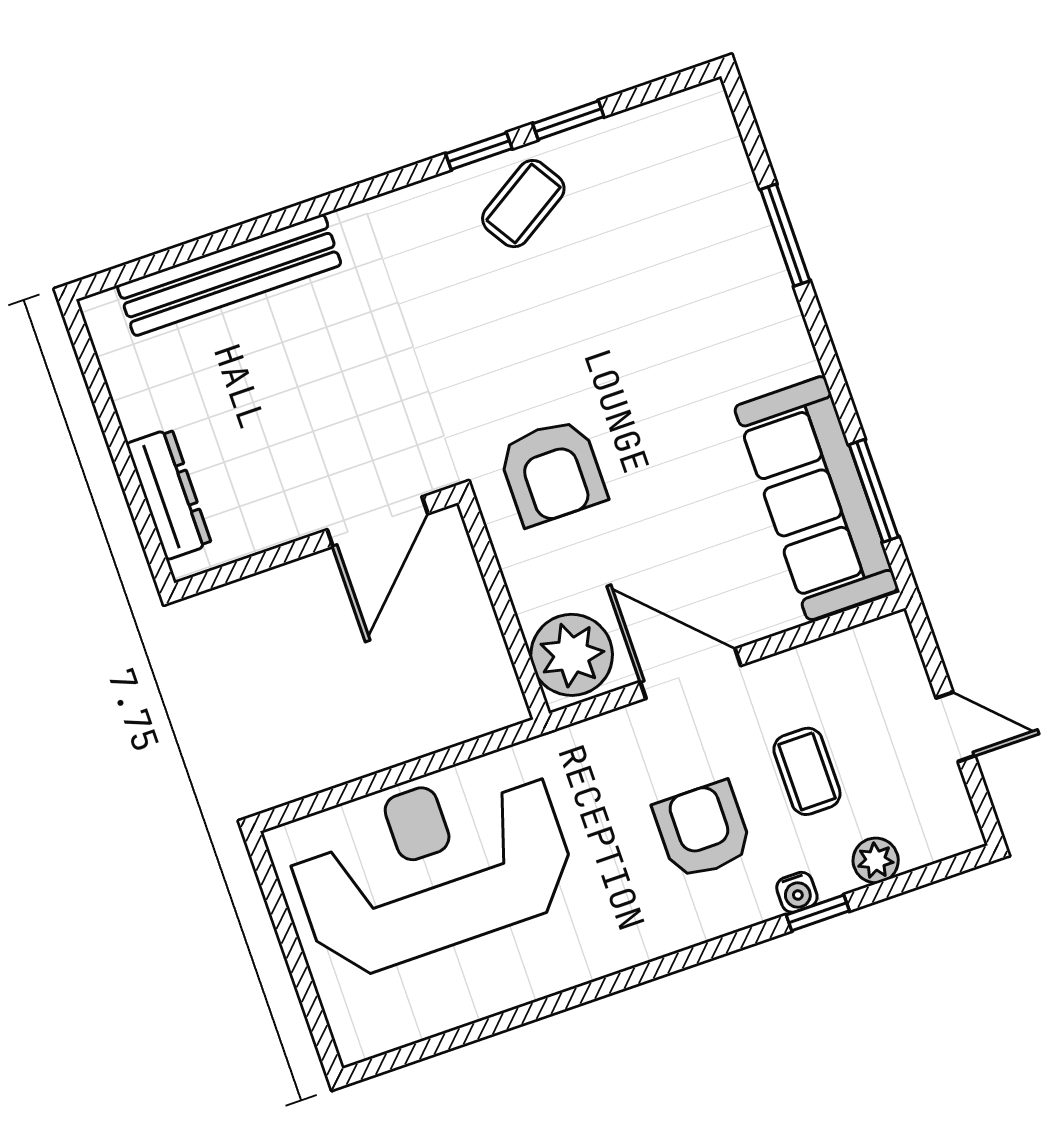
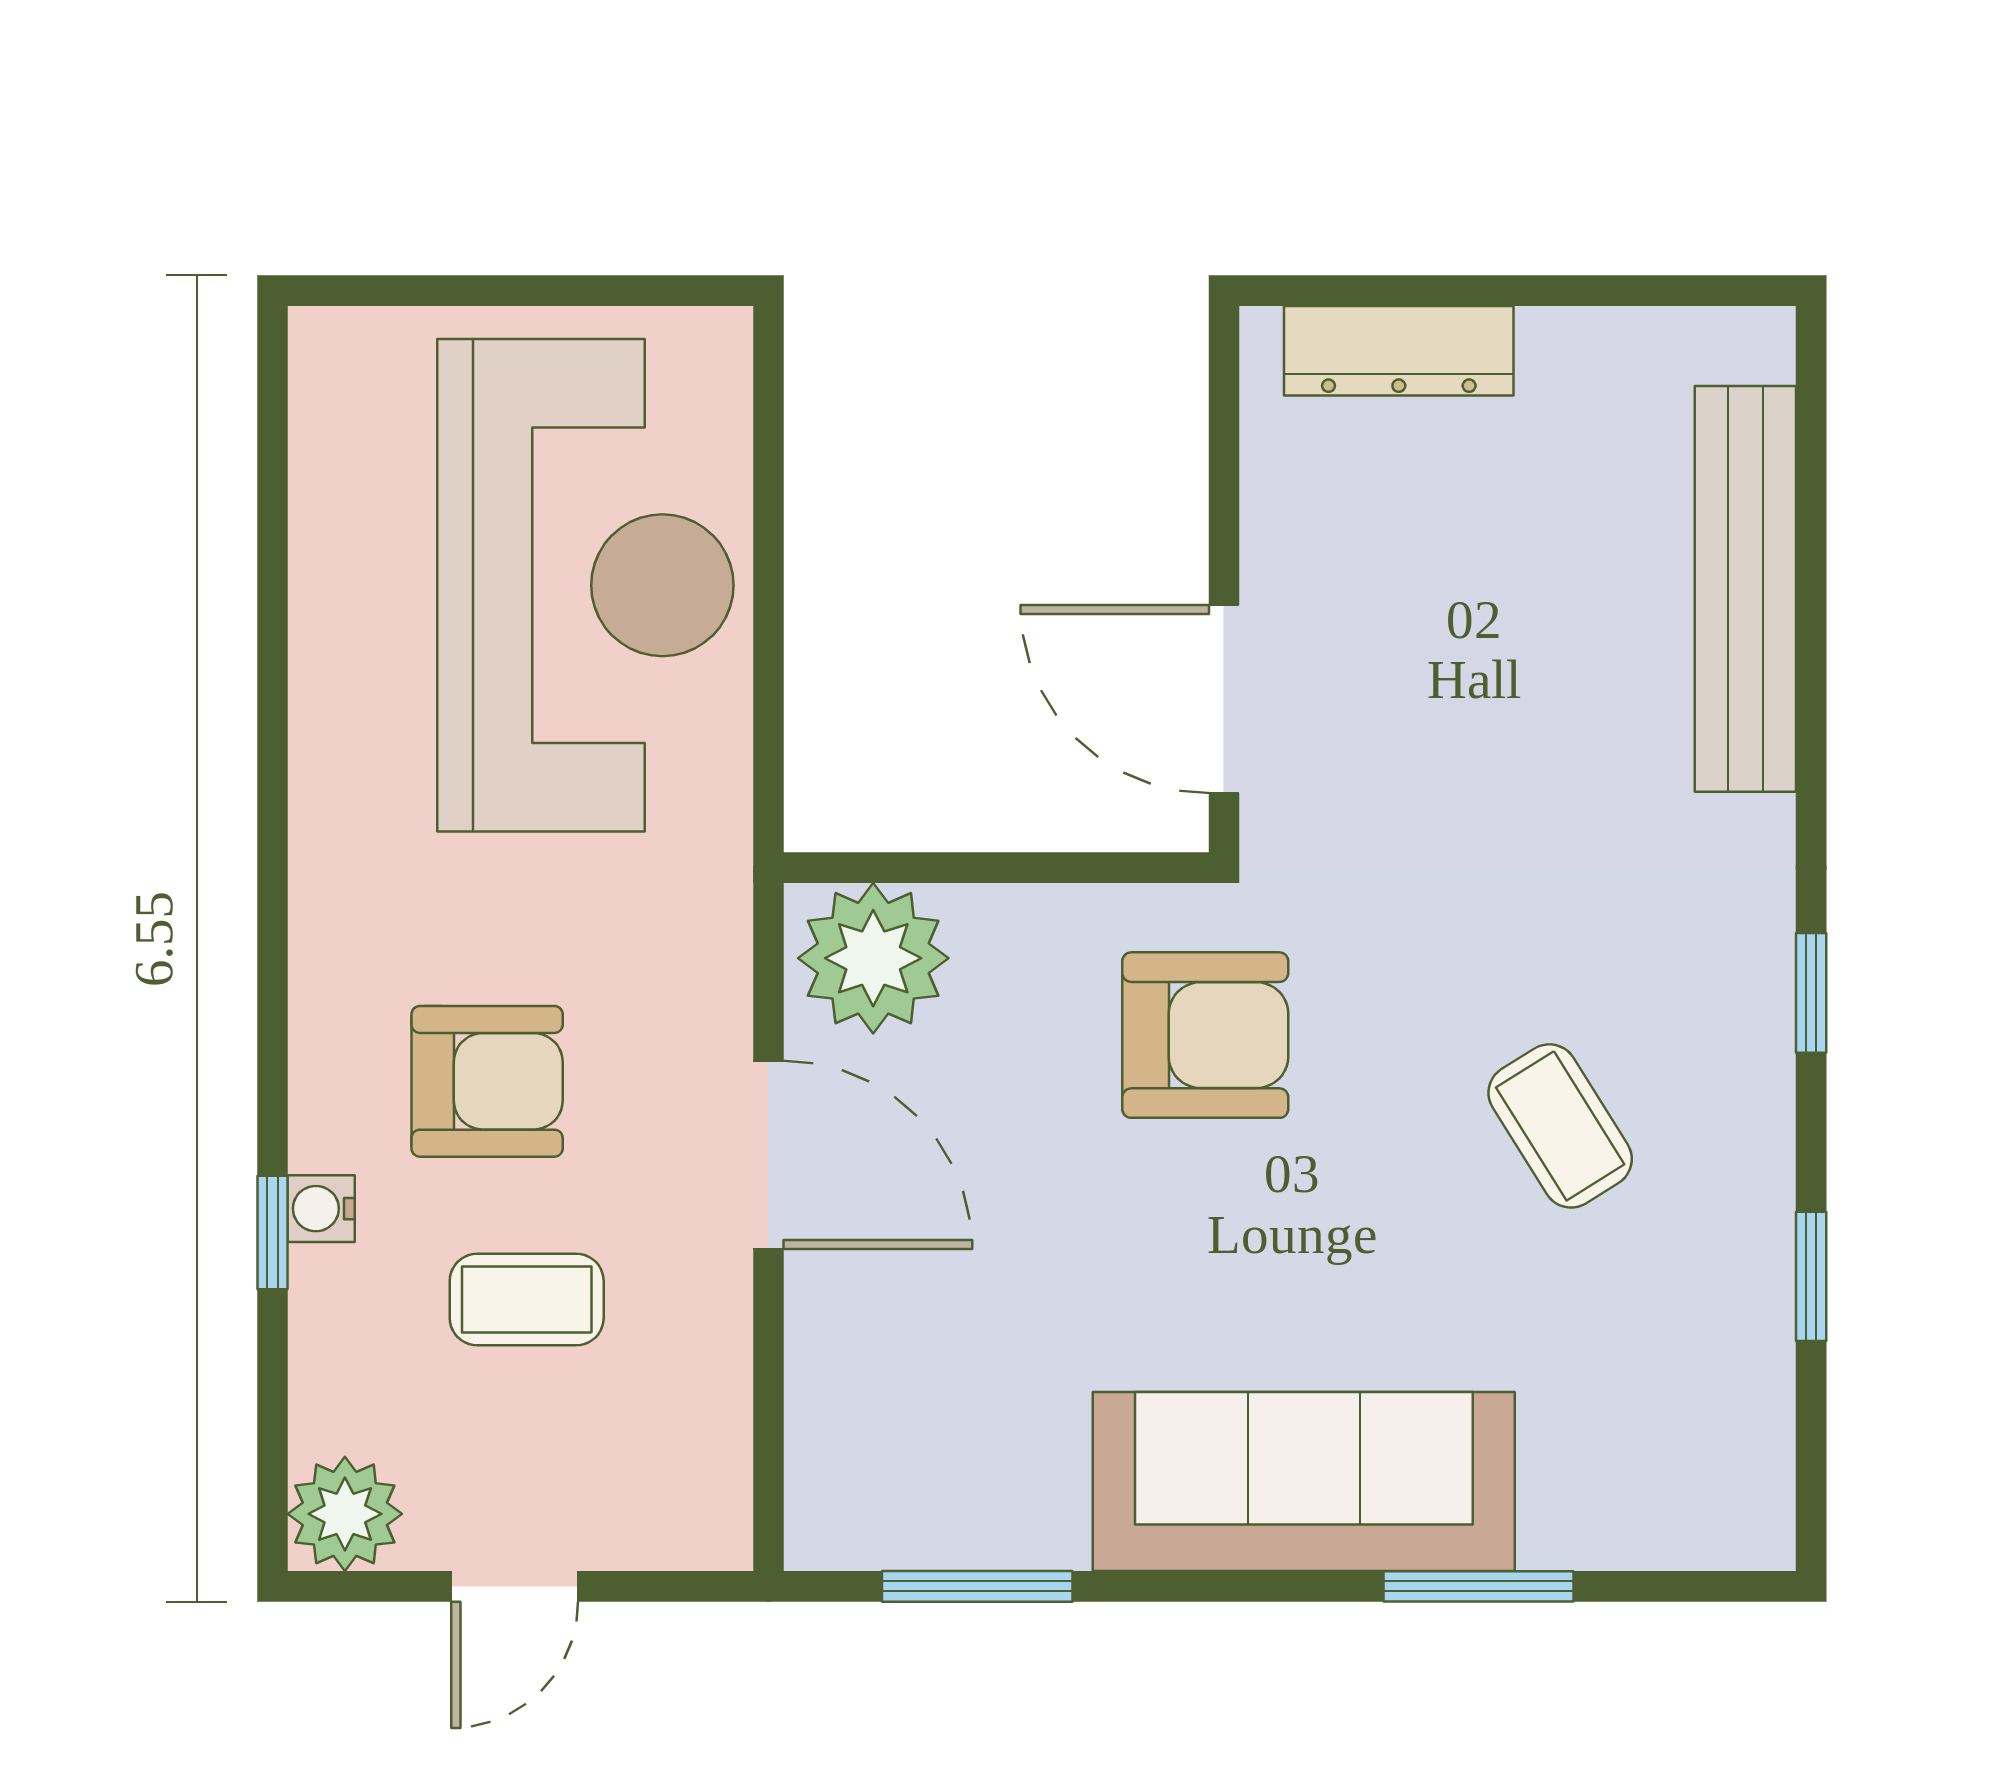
window: (479, 151) -> (1811, 993), moved
coffee table: (523, 204) -> (1560, 1126), moved
armchair: (552, 472) -> (1205, 1035), turned 180
sofa: (816, 498) -> (1304, 1482), moved
door: (691, 674) -> (768, 1155), hinge flipped
plant: (876, 860) -> (345, 1514), moved, width x1.38, depth x1.38

